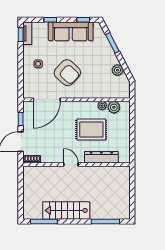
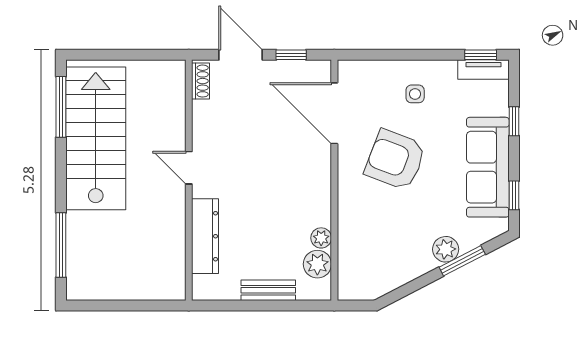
plant: (118, 70) -> (446, 249), moved
armchair: (67, 73) -> (395, 160), turned 68
bench: (125, 129) -> (268, 290), added
rug: (91, 130) -> (268, 214), removed
door: (71, 165) -> (189, 168), swing flipped
stairs: (66, 210) -> (96, 138), width x1.36, depth x1.51

